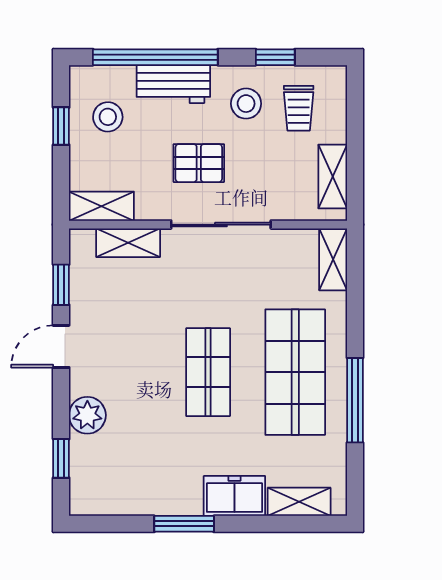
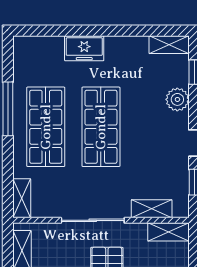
shop shelf: (208, 372) -> (101, 127), width x1.43, depth x1.36
shelving: (299, 502) -> (169, 45), moved
window: (184, 524) -> (116, 31), removed

